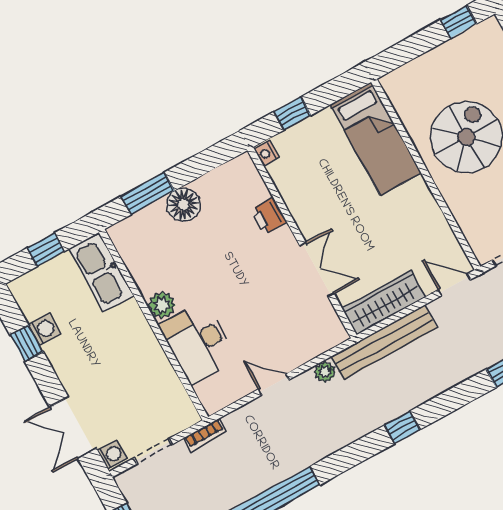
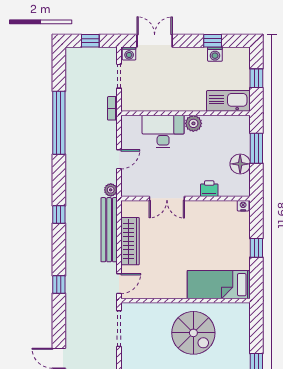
nightstand: (266, 153) -> (243, 206), moved
printer: (269, 216) -> (209, 189), moved
wall: (302, 243) -> (186, 198), moved
double door: (317, 270) -> (167, 198), moved

